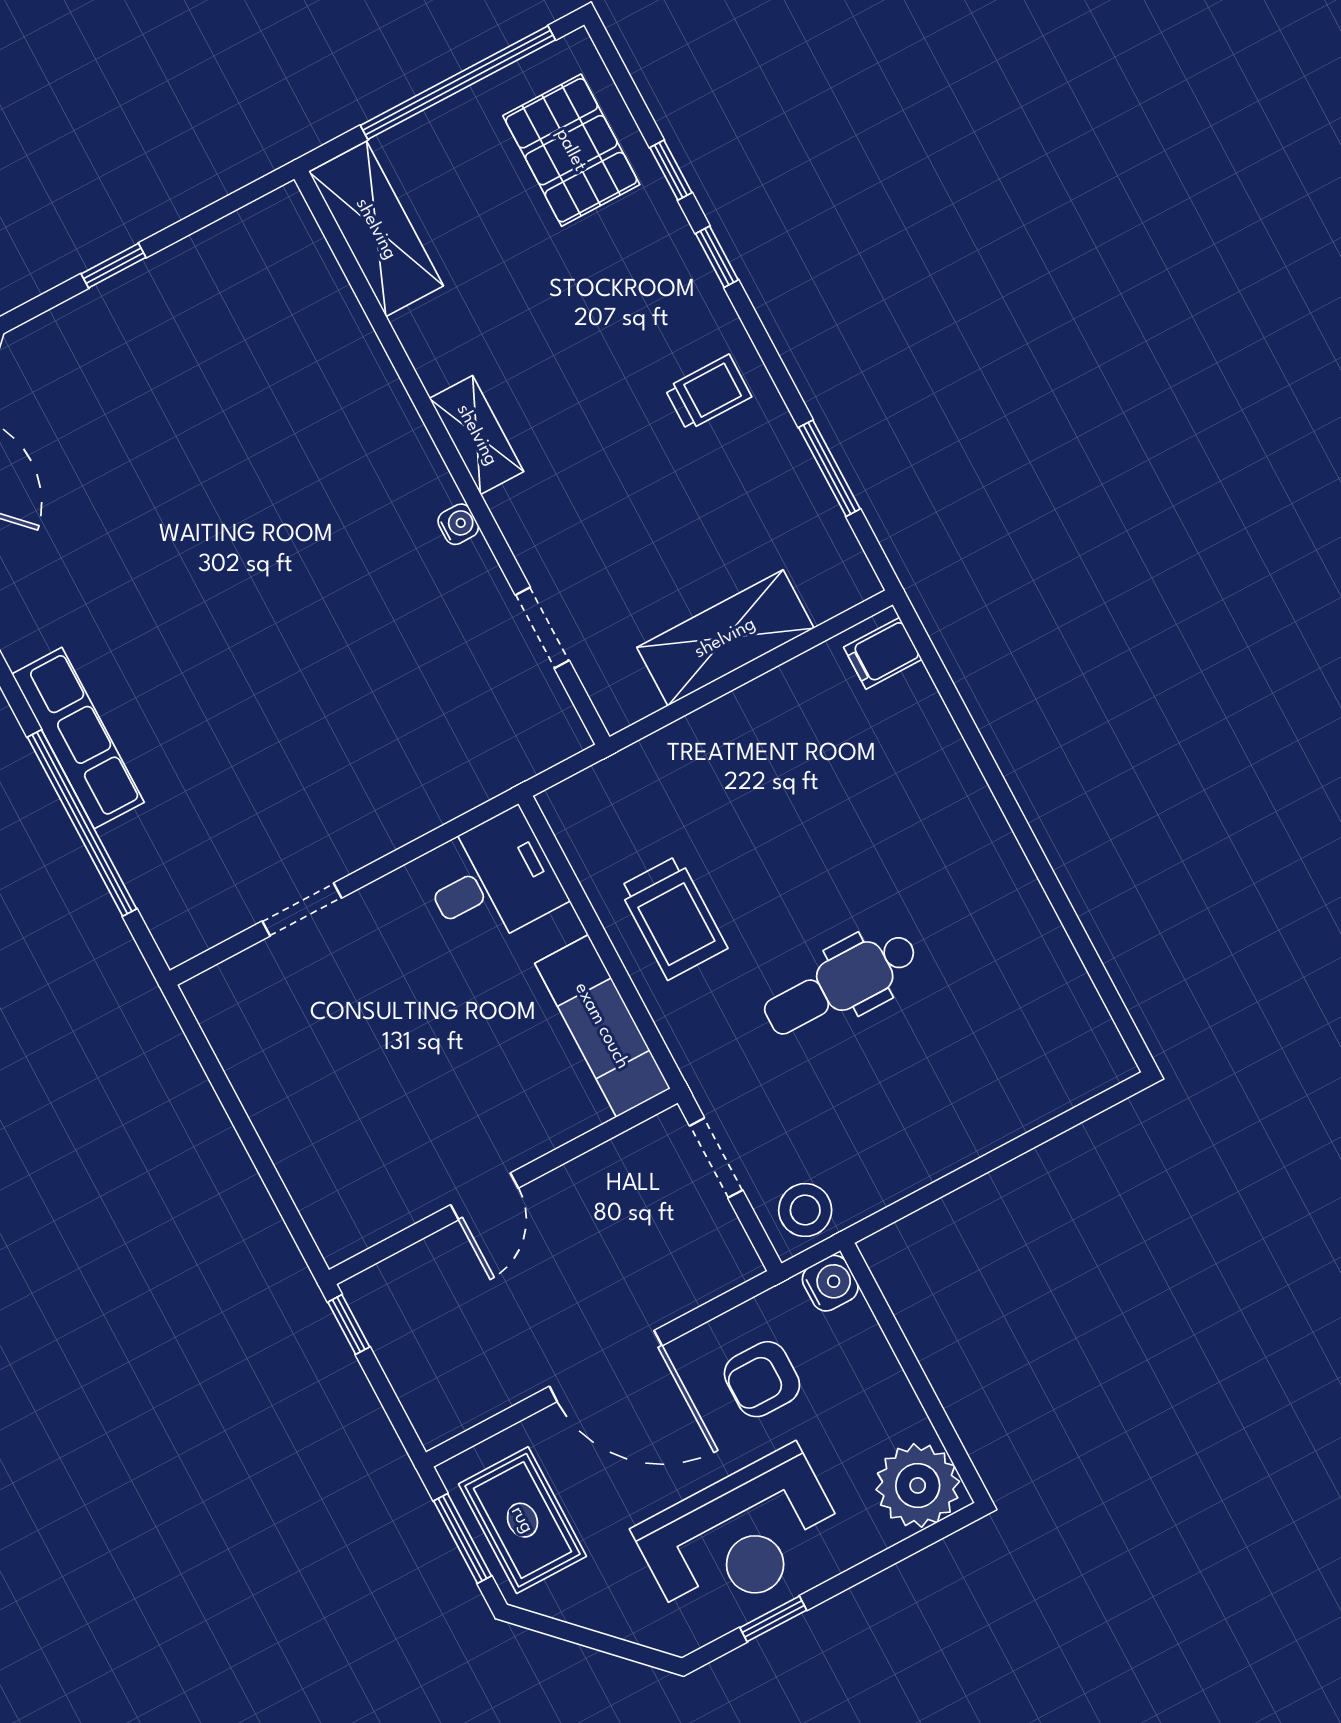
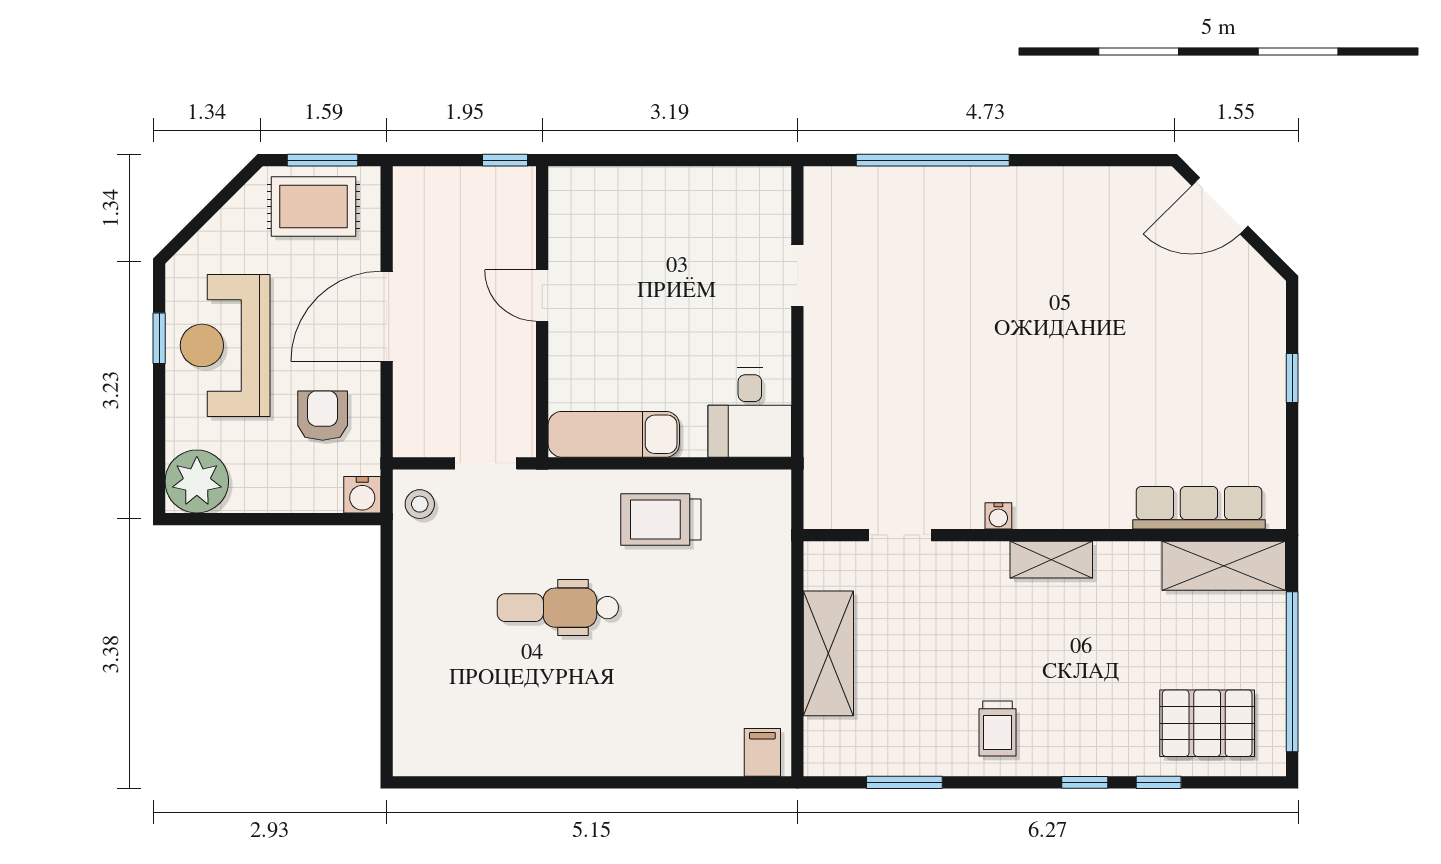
row of seats: (78, 738) -> (1199, 508), moved, turned 180
dental chair: (841, 984) -> (558, 608), turned -90
stool: (805, 1210) -> (420, 504), width x0.73, depth x0.73

